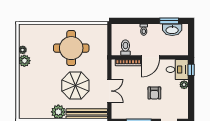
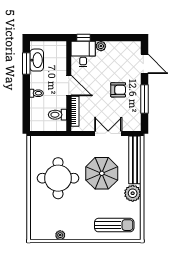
plant: (24, 61) -> (73, 233), removed
armchair: (154, 93) -> (118, 90), moved
sun lounger: (31, 96) -> (114, 225), added

